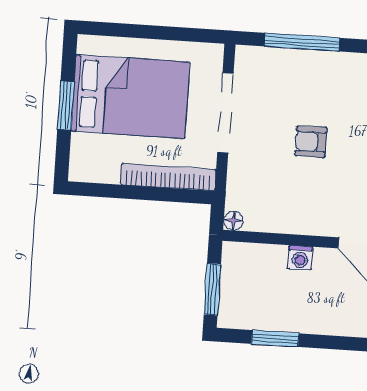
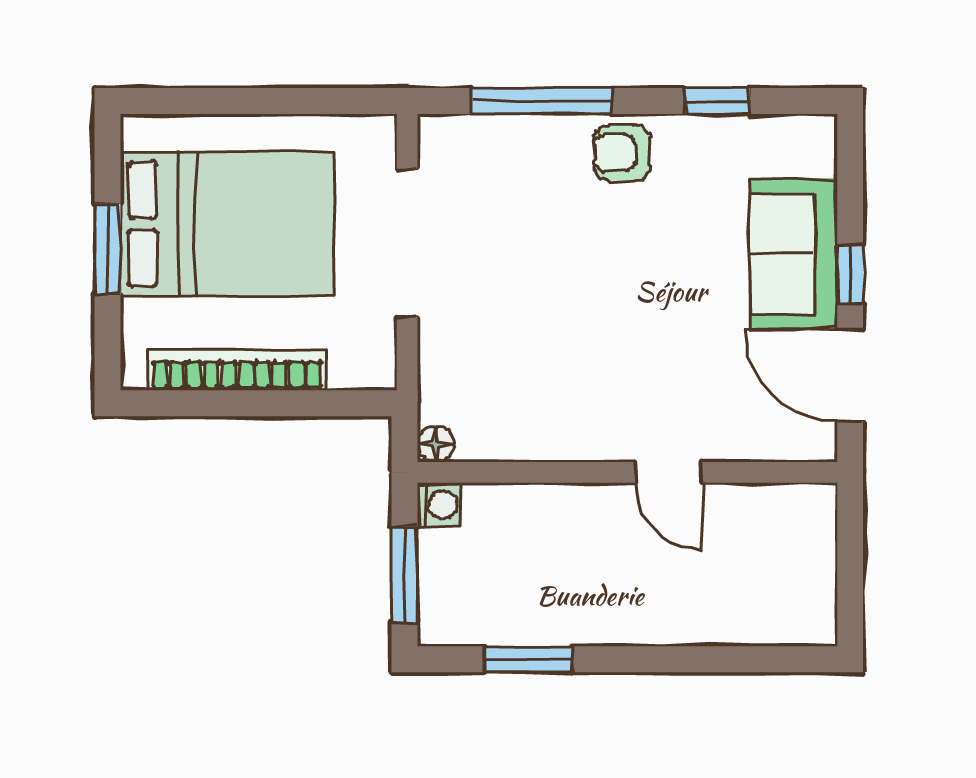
armchair: (311, 142) -> (622, 153), moved
bookcase: (168, 177) -> (237, 370), moved
washing machine: (300, 258) -> (439, 505), moved, turned -90

